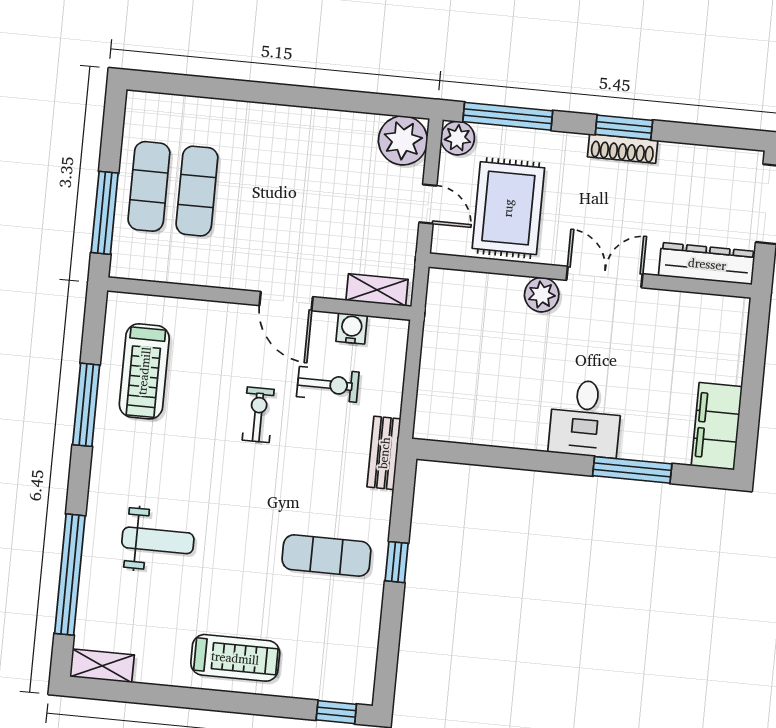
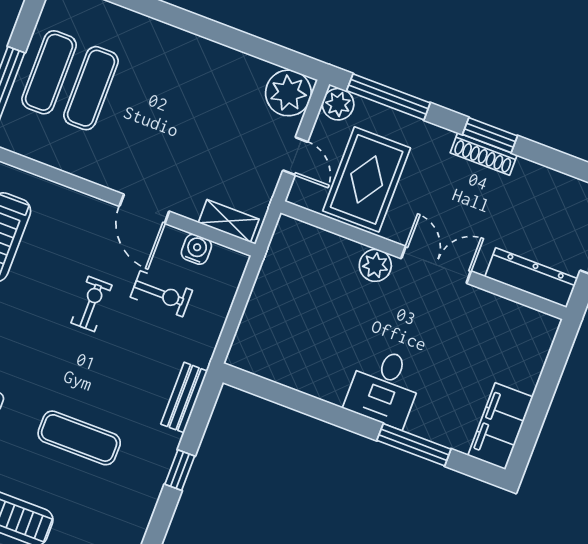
bench: (384, 453) -> (184, 398), moved
exercise mat: (326, 555) -> (79, 438), moved

